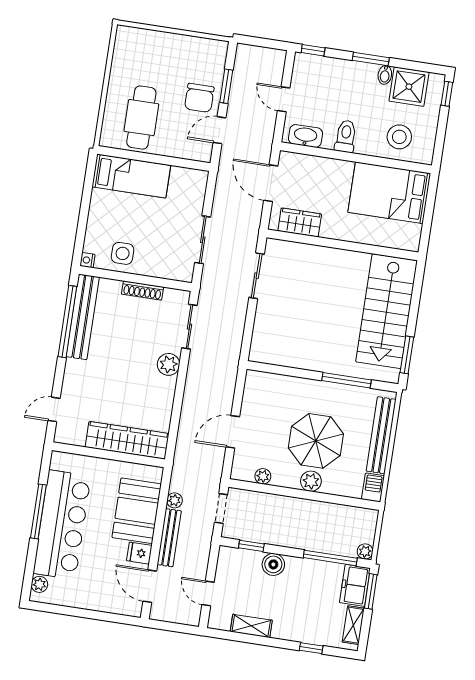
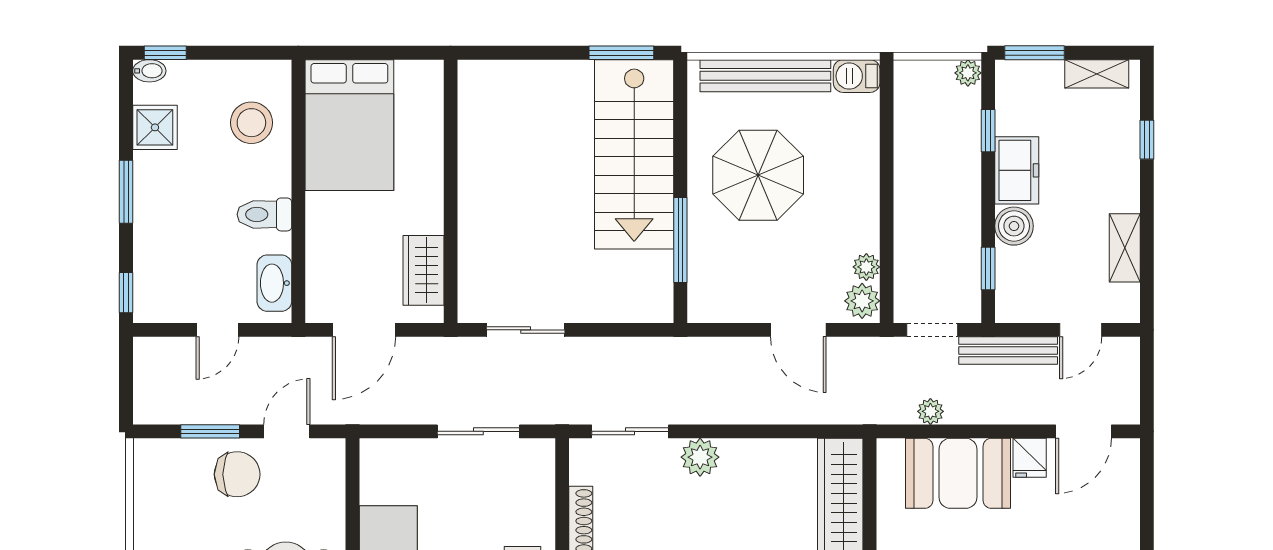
bidet: (385, 75) -> (149, 71), moved
shower: (409, 87) -> (155, 127), width x0.73, depth x0.73
door: (219, 130) -> (287, 431), swing flipped
stairs: (387, 311) -> (634, 154), moved, turned 90
window: (347, 380) -> (680, 240), moved
parasol: (316, 441) -> (758, 175), moved
plant: (311, 481) -> (862, 301), moved
bench: (169, 538) -> (1008, 351), moved
window: (330, 558) -> (988, 131), width x0.46
freezer: (355, 585) -> (1017, 170), moved, turned -90

